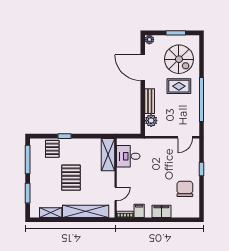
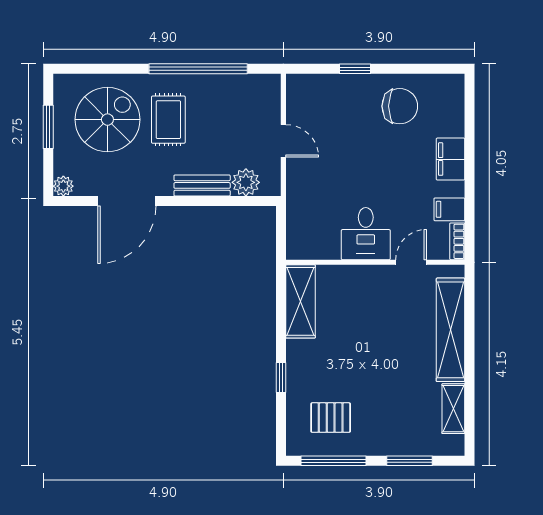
door: (185, 137) -> (283, 141), moved
pallet: (52, 149) -> (331, 418), moved
shelving: (108, 155) -> (301, 301), moved, turned 90
desk: (128, 156) -> (366, 234), moved
pallet: (71, 178) -> (374, 363), removed
chair: (185, 189) -> (400, 106), turned 180
door: (116, 194) -> (411, 262), hinge flipped

